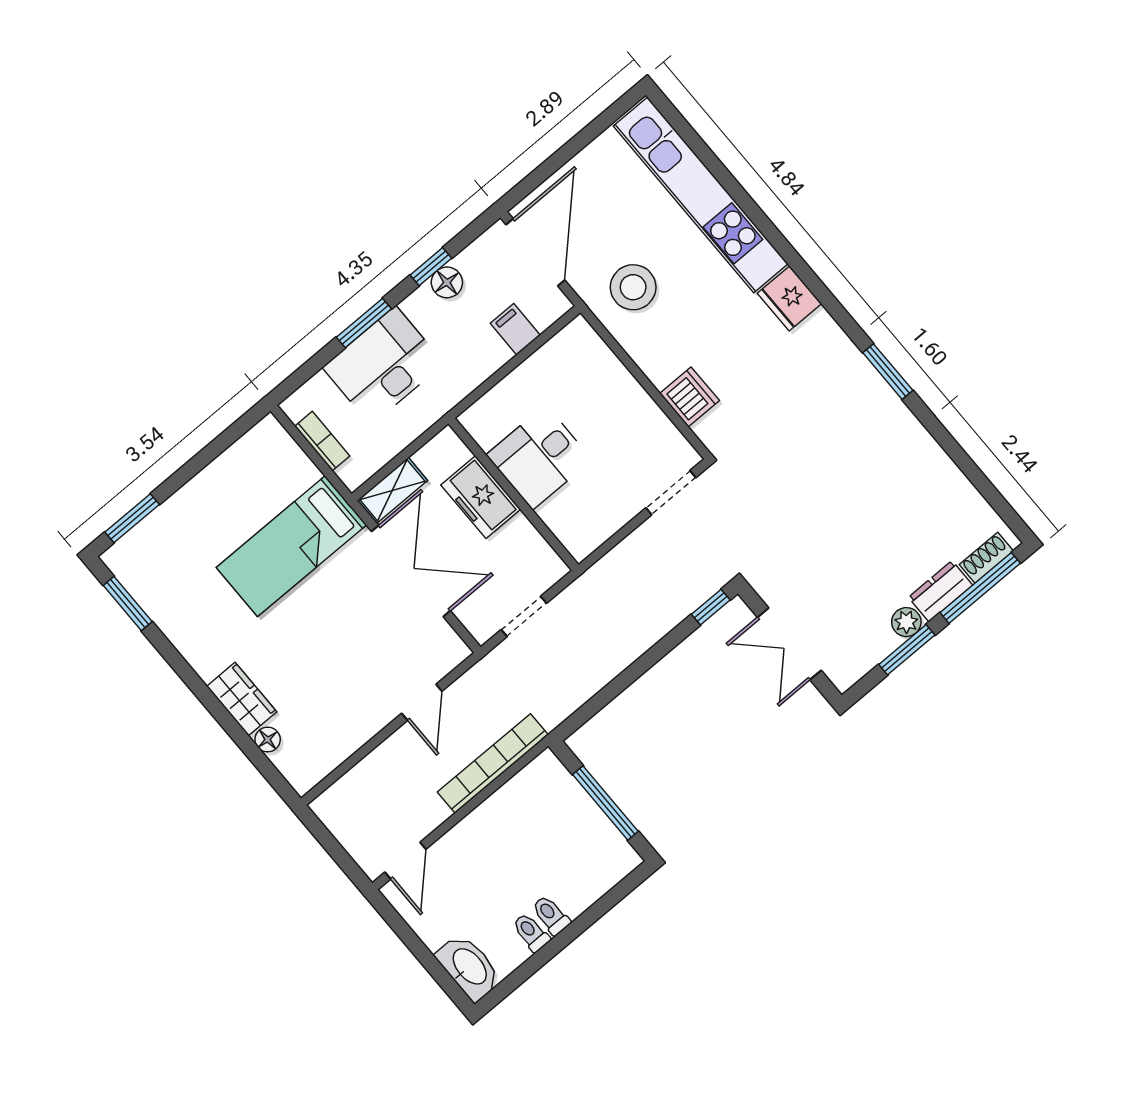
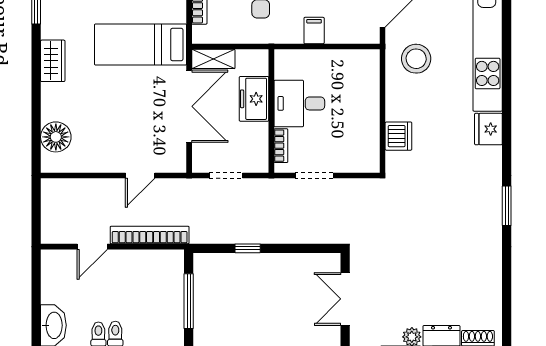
filing cabinet: (515, 329) -> (314, 31), moved
doorway: (671, 493) -> (314, 175), moved
bookcase: (559, 526) -> (281, 146), added
window: (711, 607) -> (248, 248), moved
wardrobe: (242, 699) -> (53, 61), moved
floor lamp: (268, 740) -> (56, 137), width x1.89, depth x1.89
door: (405, 861) -> (92, 247), moved

